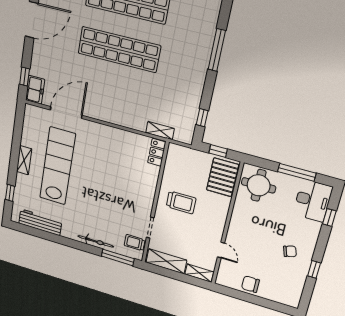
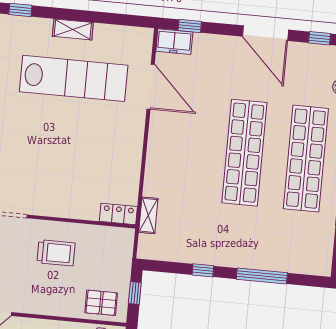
window: (202, 118) -> (203, 270), moved
pallet: (223, 177) -> (101, 303), width x0.67, depth x0.71
trolley: (181, 202) -> (56, 253), turned -90

